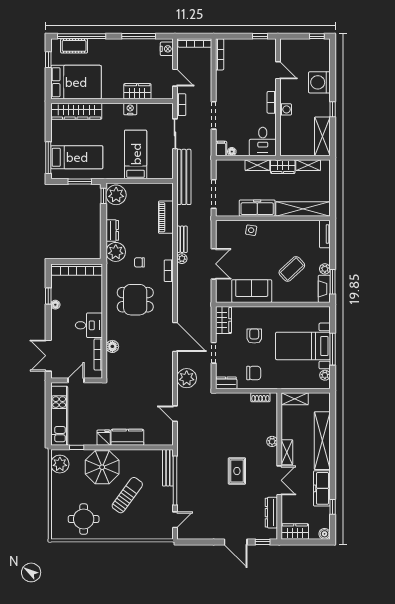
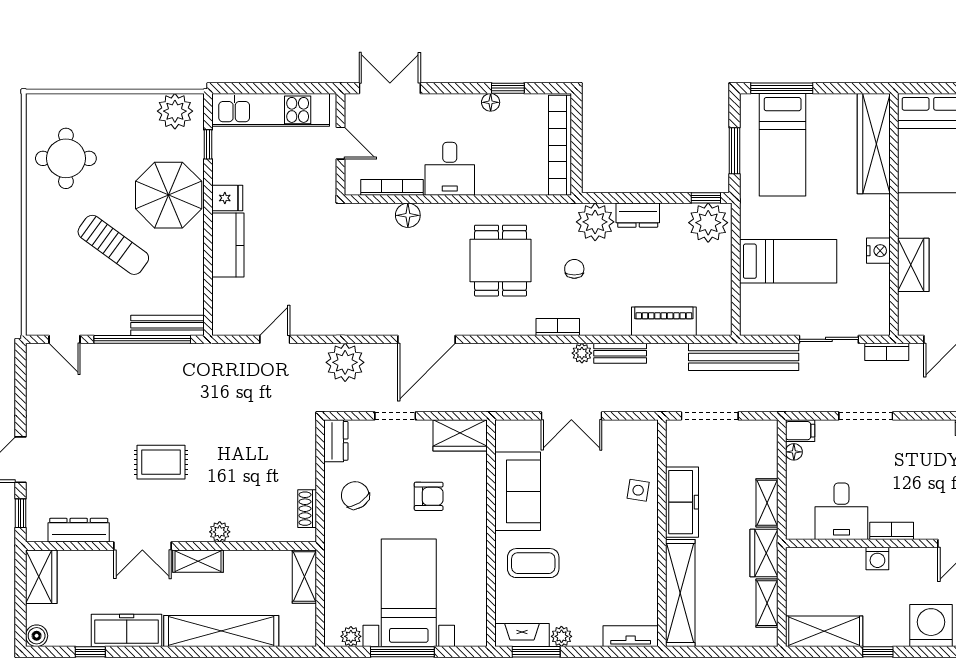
desk: (263, 141) -> (841, 511), moved, turned -90
coffee table: (292, 269) -> (533, 563), moved, turned -47
chair: (254, 373) -> (355, 495), turned 147

